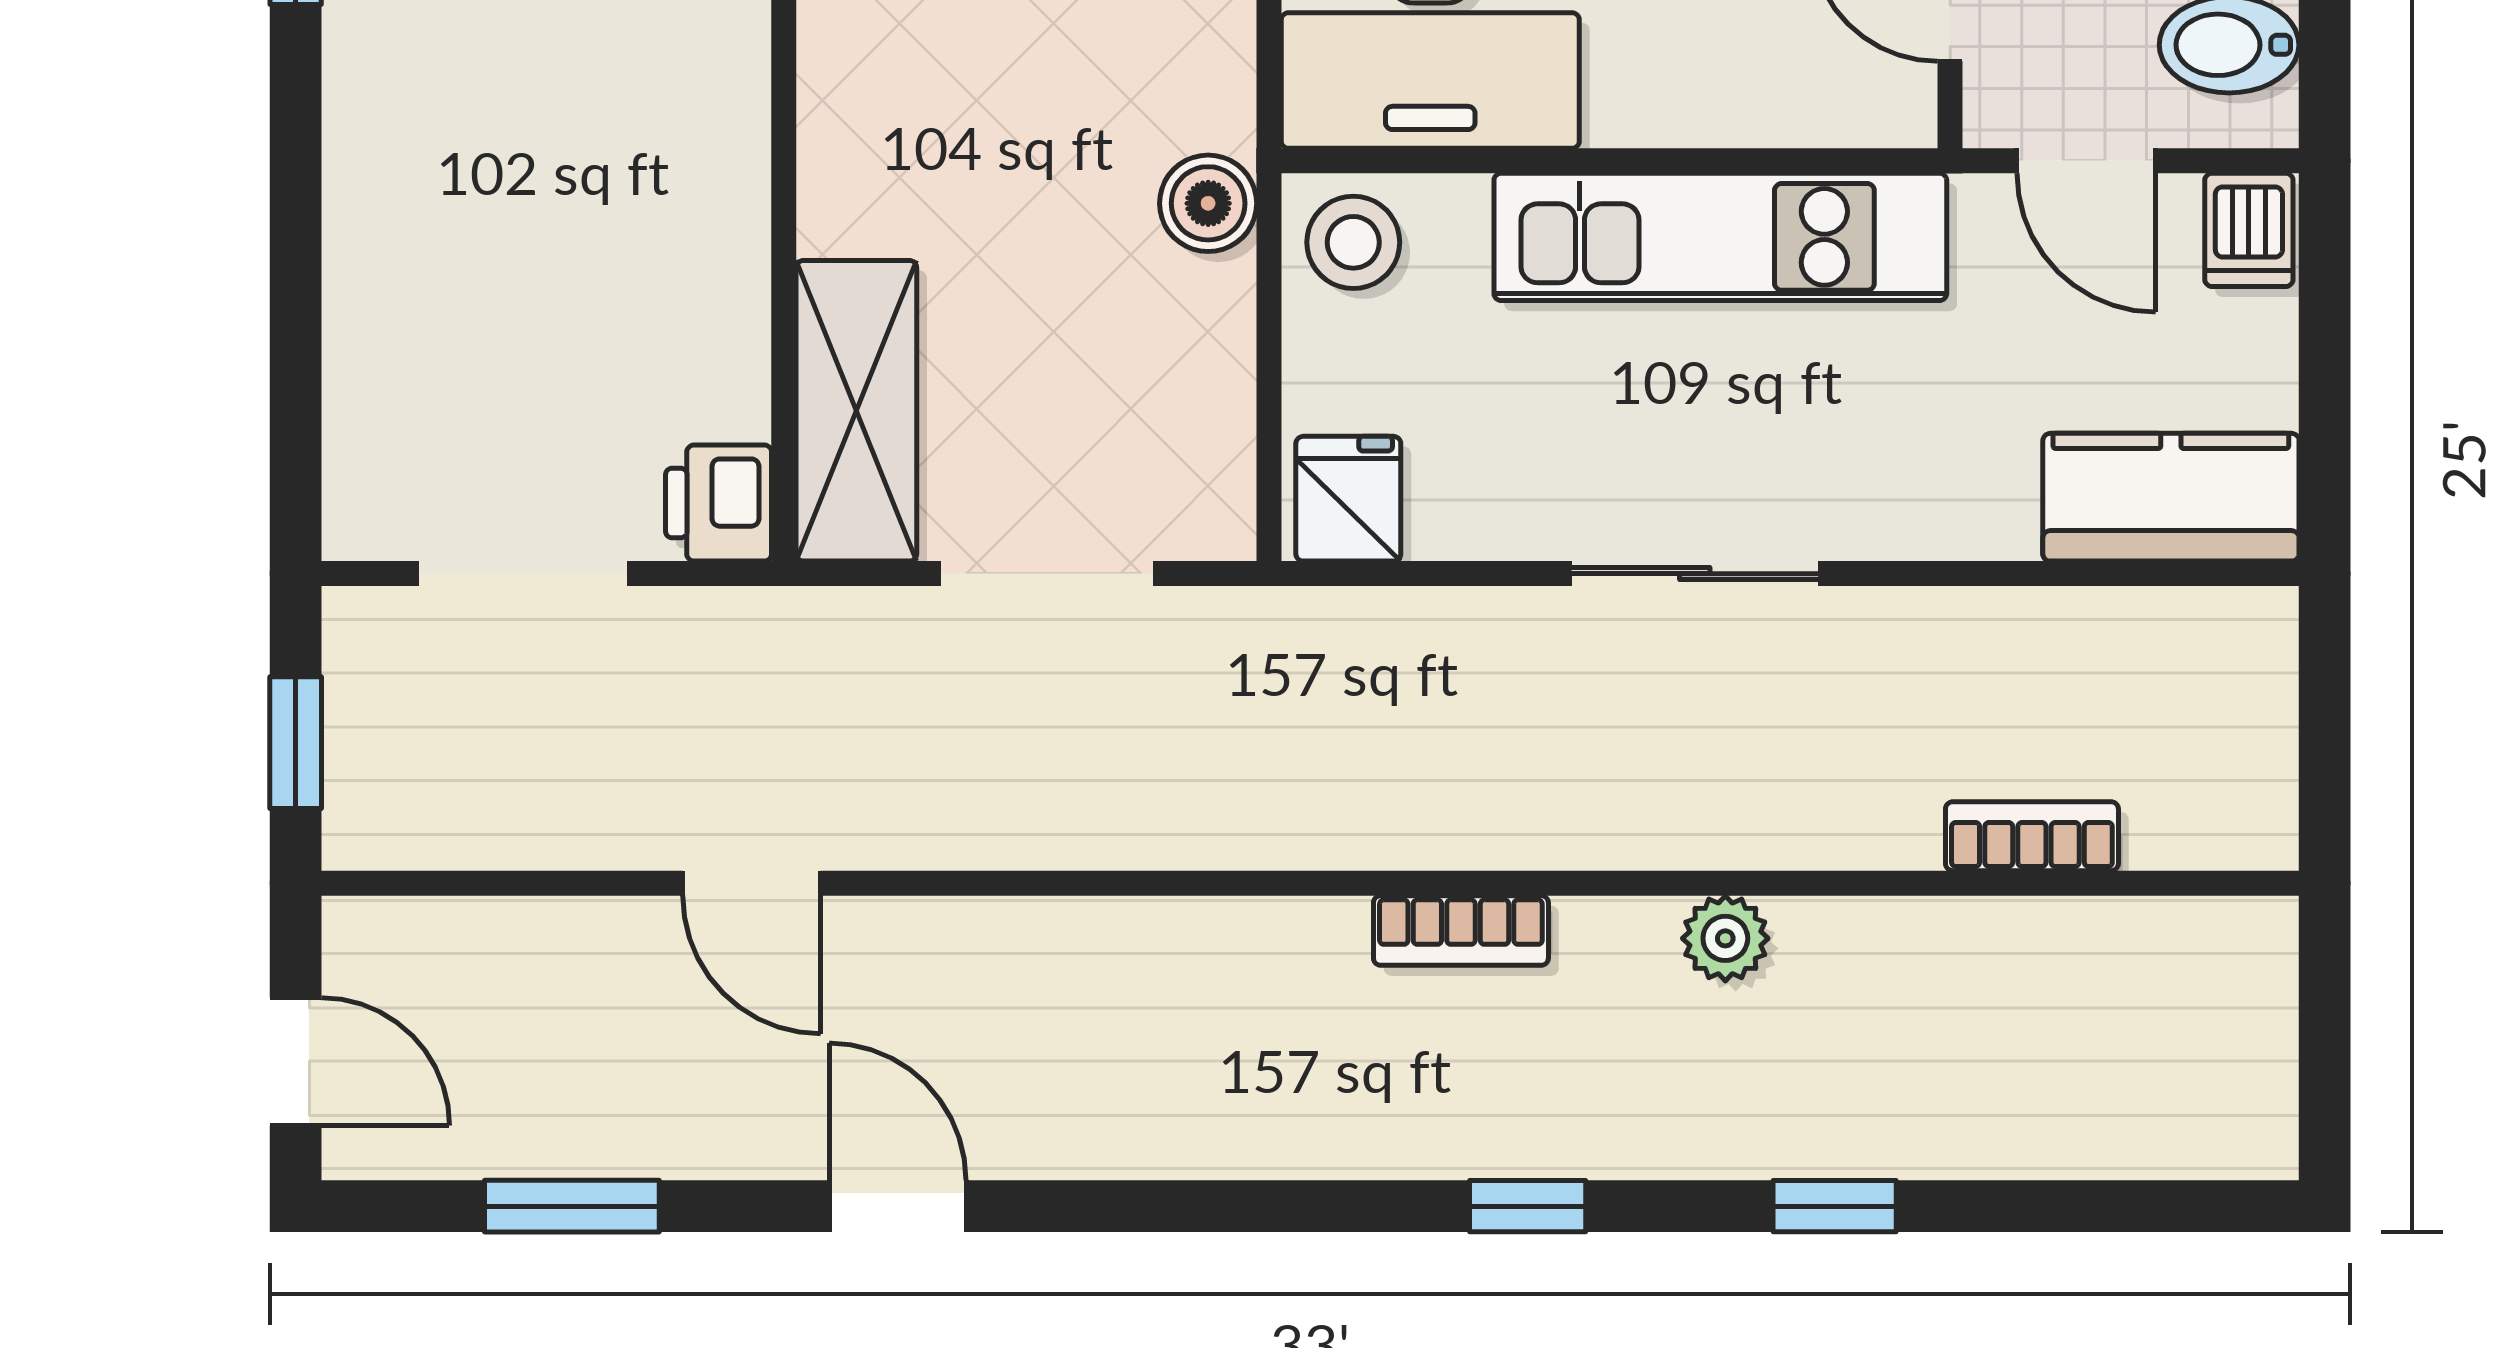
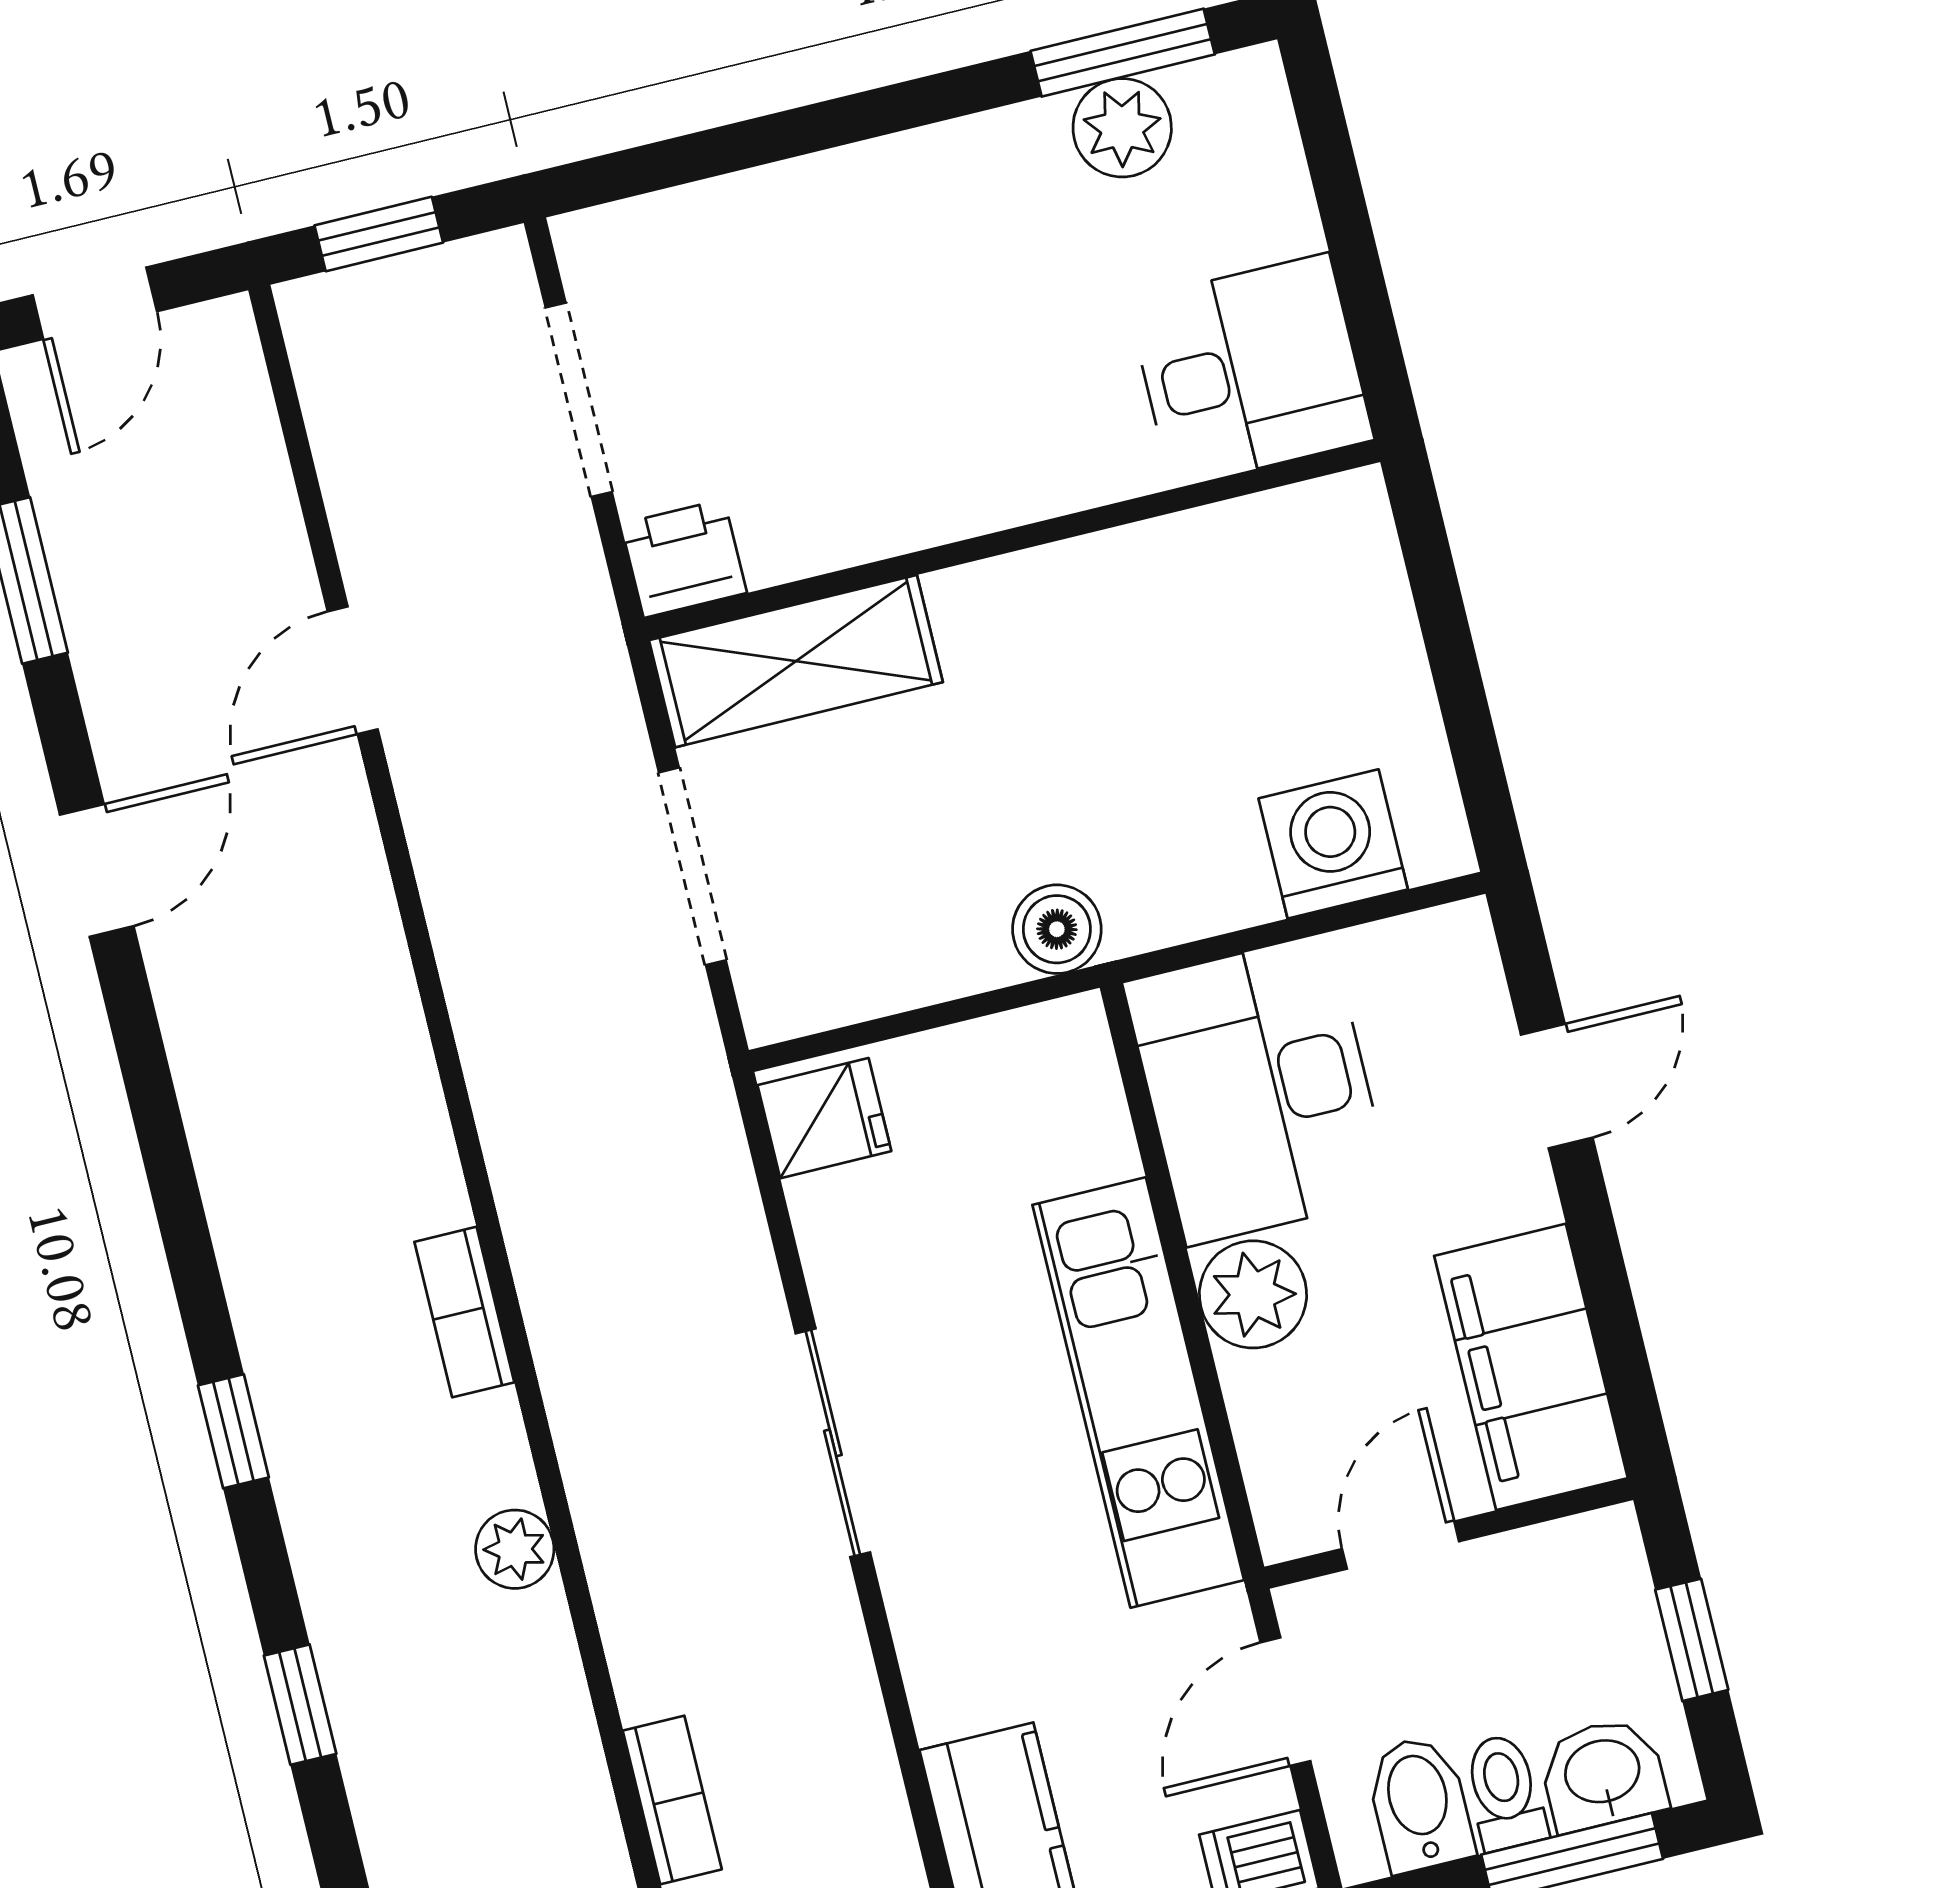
plant: (1646, 90) -> (1253, 1294), added
stool: (1353, 242) -> (1054, 1067), removed

